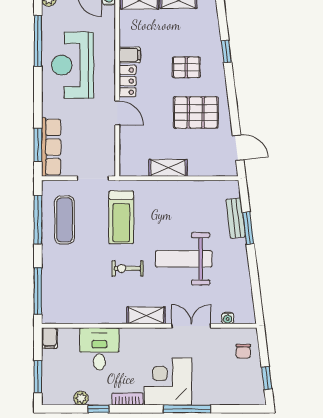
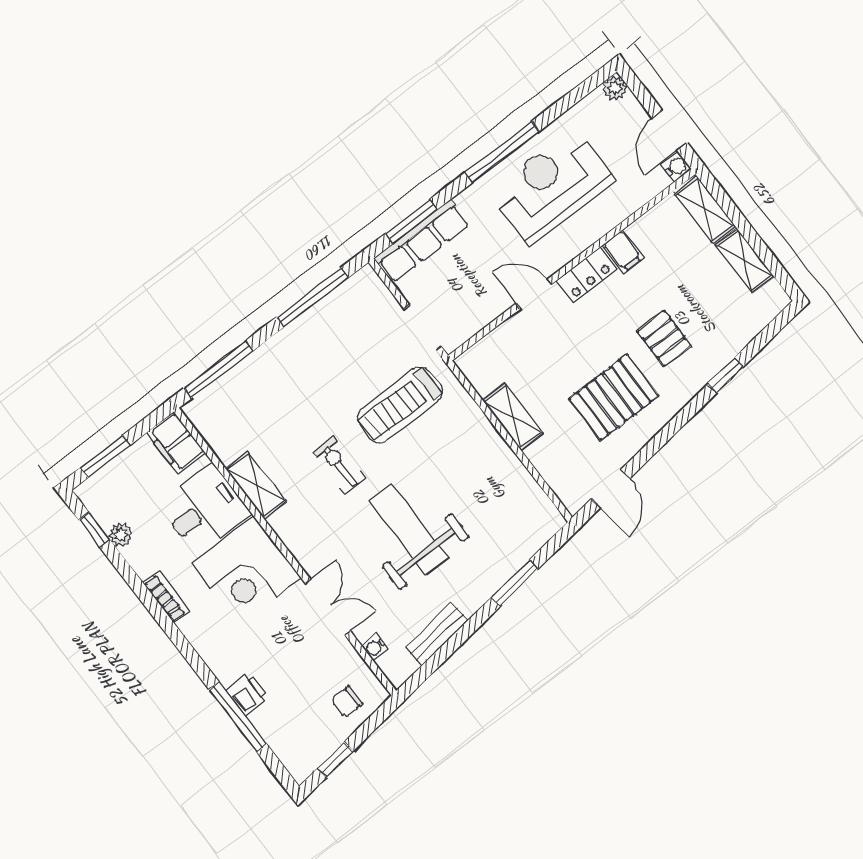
window: (38, 41) -> (502, 152), moved
door: (117, 113) -> (534, 294), swing flipped
pallet: (196, 113) -> (614, 397), turned 90
bench: (236, 218) -> (437, 634), moved
exercise mat: (65, 220) -> (339, 333), removed
shelving: (146, 315) -> (256, 485), moved
filing cabinet: (50, 338) -> (176, 443), width x2.00
corner desk: (168, 382) -> (246, 571), moved, turned 180
printer: (203, 396) -> (247, 694), added
window: (98, 409) -> (94, 530), moved
window: (187, 409) -> (238, 717), moved

